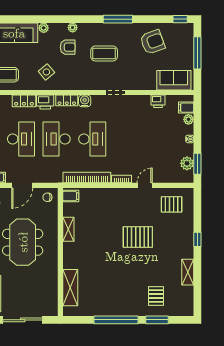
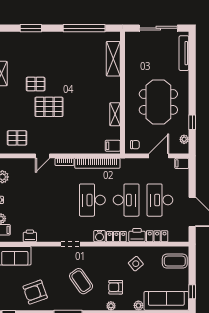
coffee table: (104, 53) -> (81, 281), turned 55
pallet: (156, 296) -> (36, 84), moved, turned 90
window: (116, 320) -> (84, 28), moved

